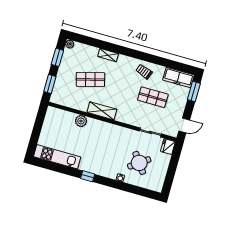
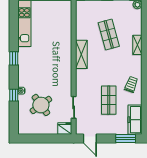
plant: (81, 121) -> (66, 37), removed
window: (122, 186) -> (14, 95), added

